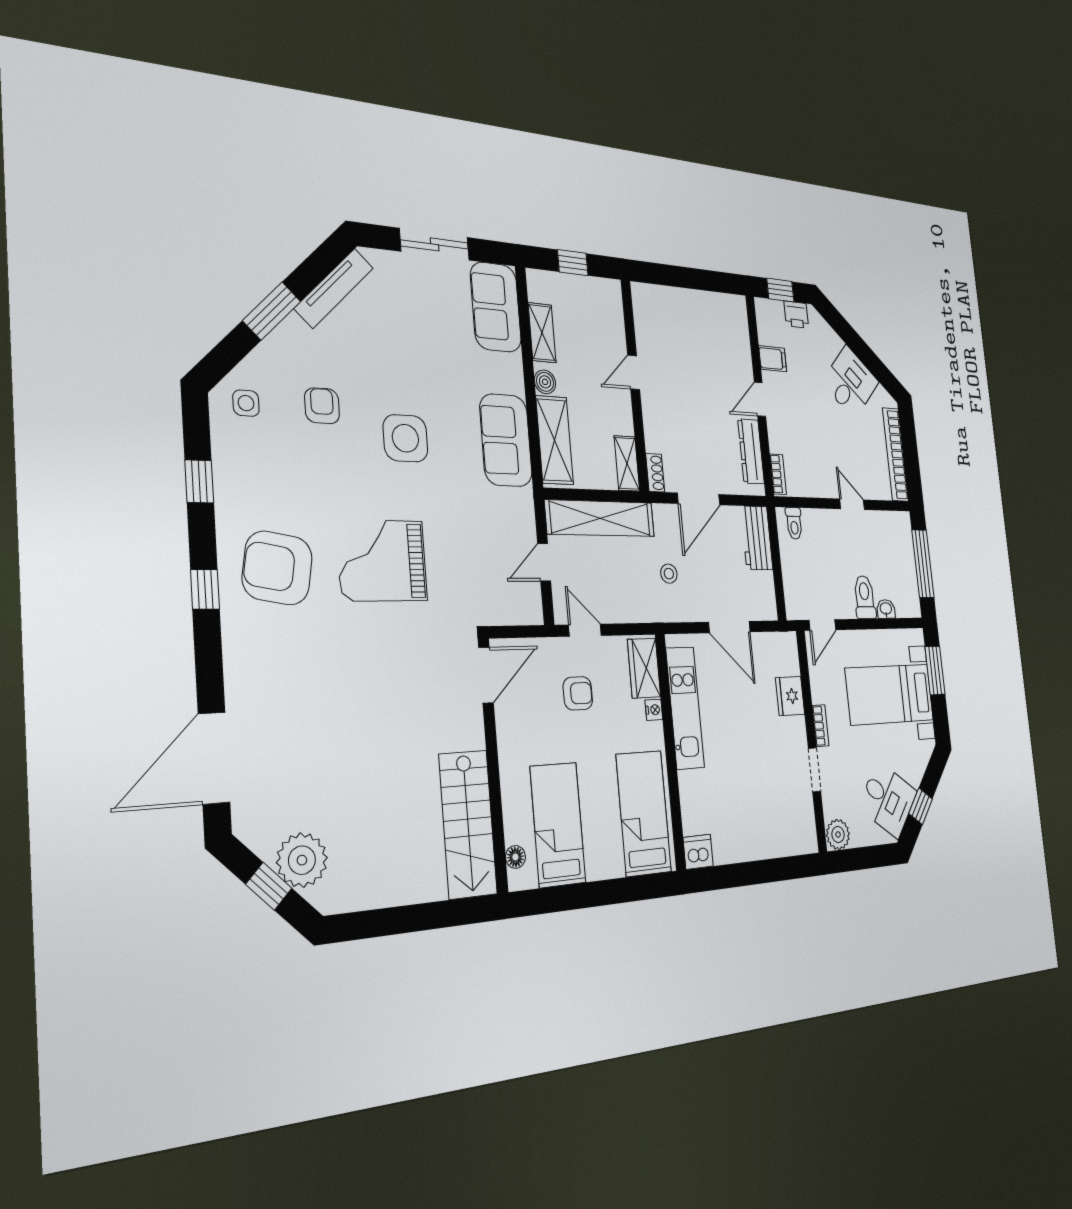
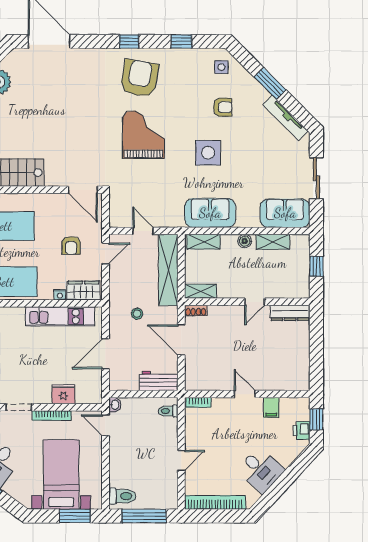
door: (634, 372) -> (255, 302), swing flipped
shelving: (555, 440) -> (203, 242), width x0.67, depth x0.75
dresser: (751, 451) -> (290, 313), moved, turned 180
toilet: (865, 597) -> (122, 496), moved
washbasin: (886, 609) -> (115, 405), moved
bookcase: (821, 726) -> (52, 415), width x1.56

